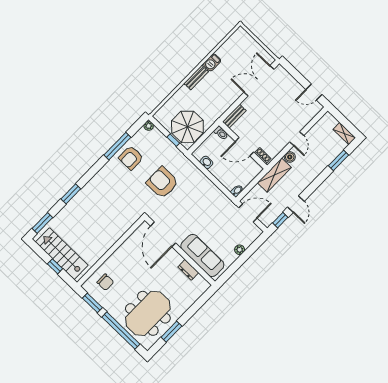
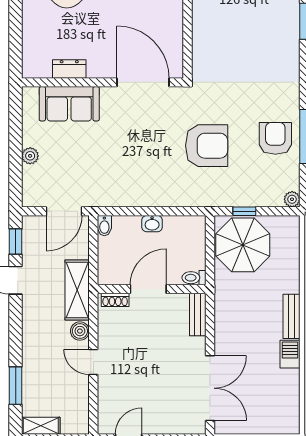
washbasin: (206, 162) -> (152, 224), moved
sofa: (202, 255) -> (69, 104), width x0.73

